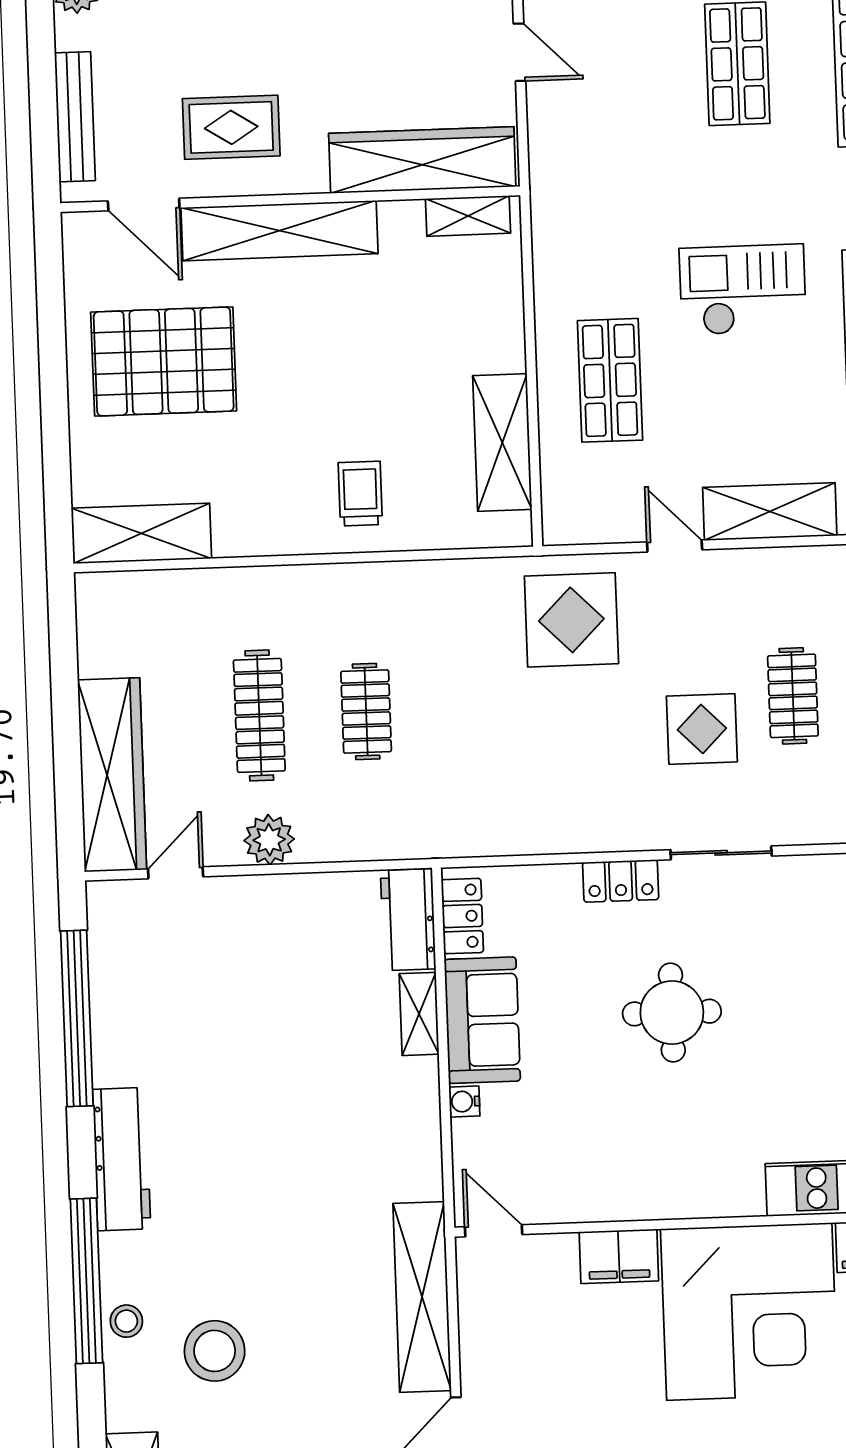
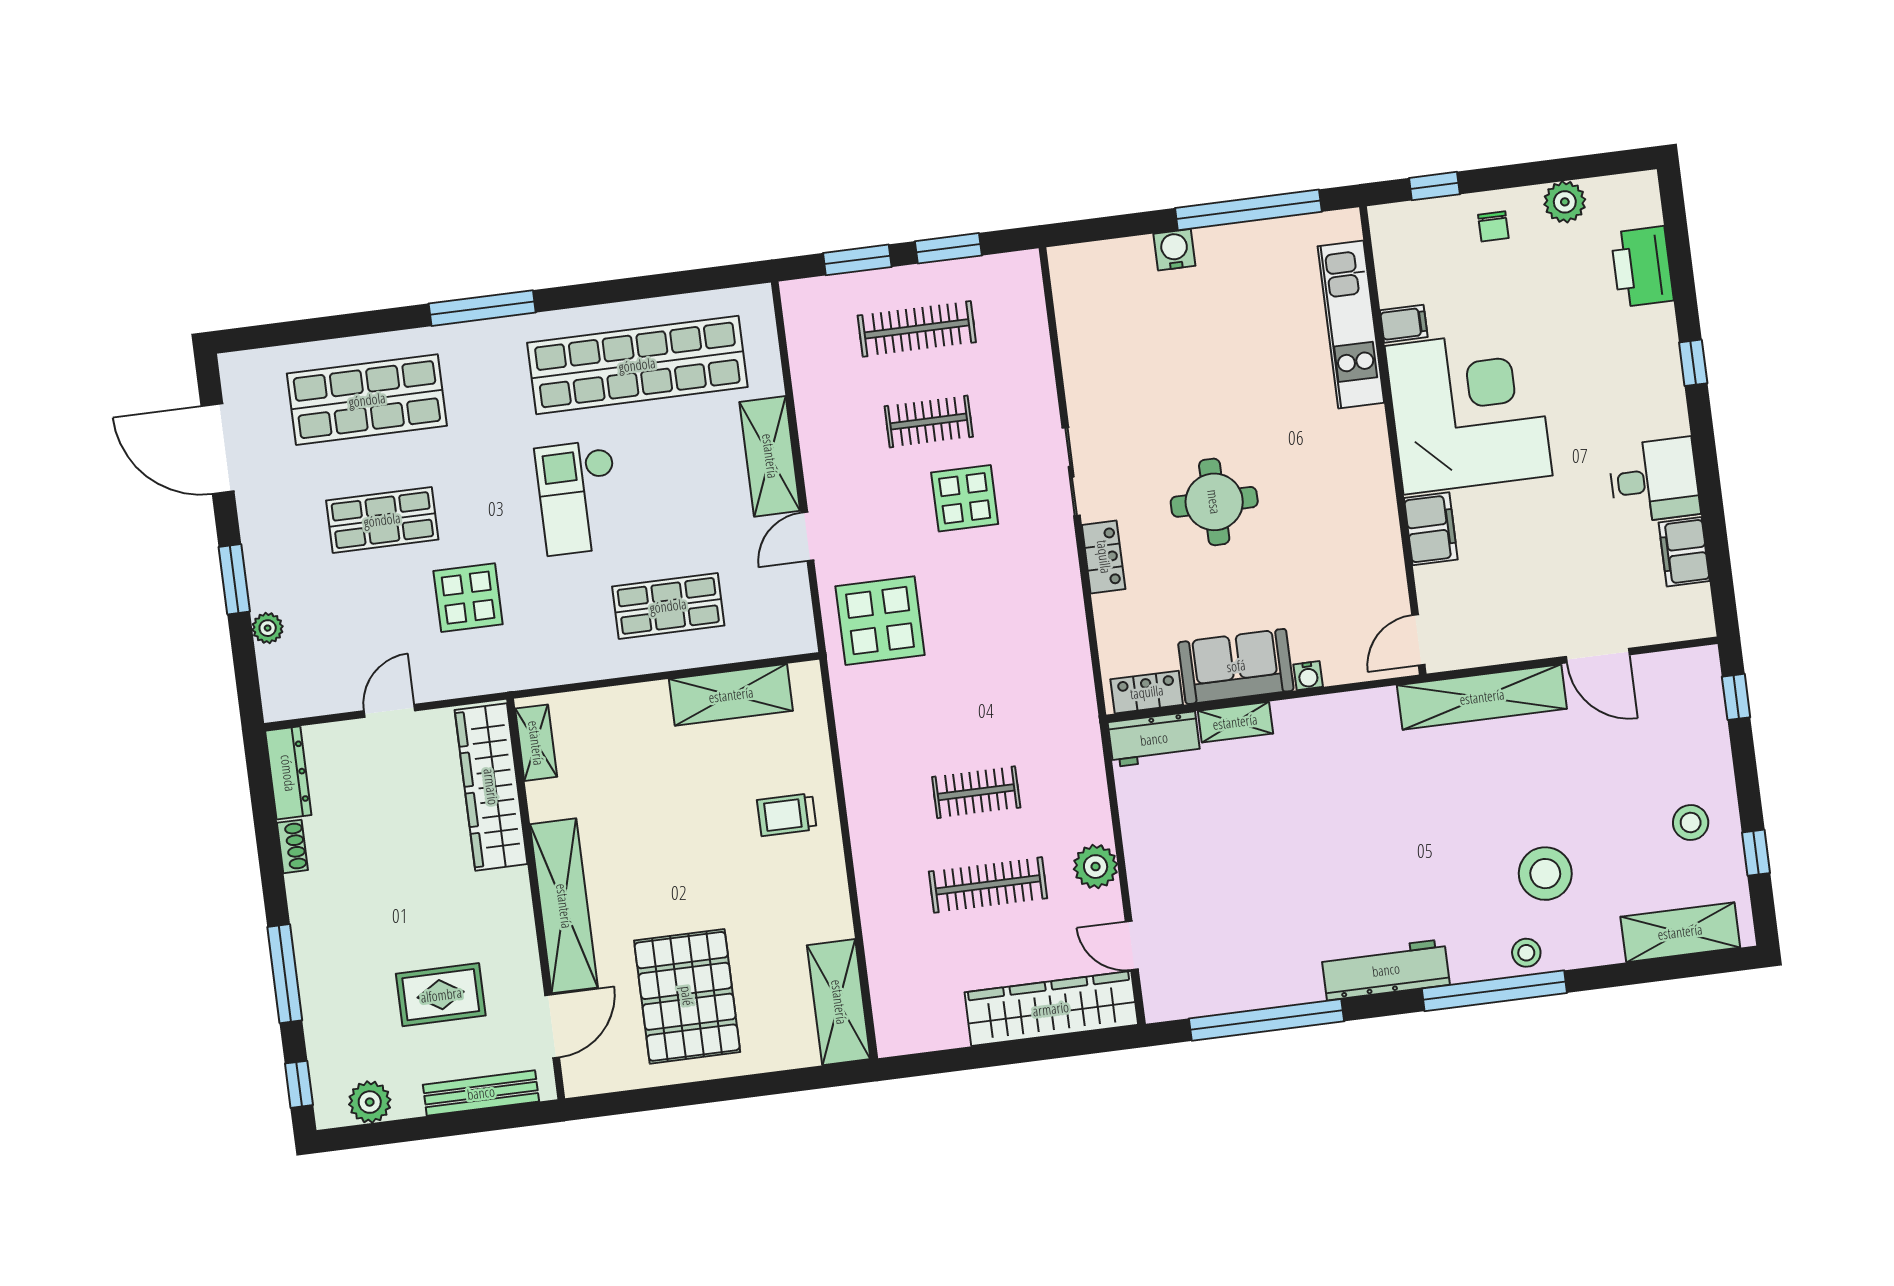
rug: (231, 127) -> (441, 995), moved, turned 90
display table: (640, 153) -> (468, 598), added

